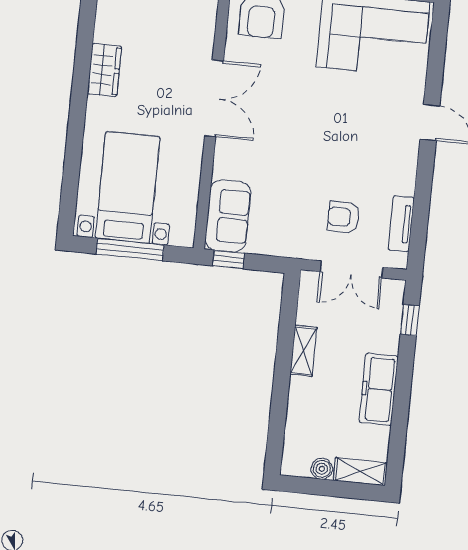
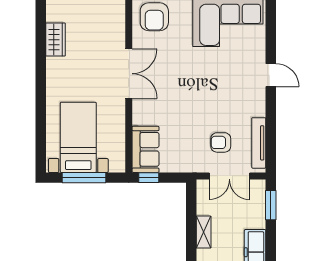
wardrobe: (104, 70) -> (56, 40), moved
tv unit: (401, 224) -> (259, 143), width x1.41
window: (410, 320) -> (271, 205), width x1.50

